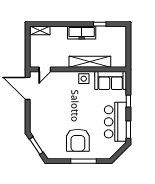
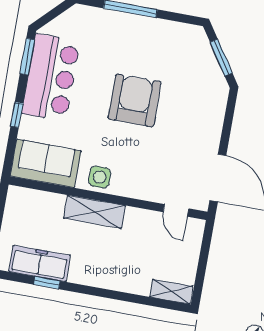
freezer: (82, 33) -> (40, 263), moved
shelving: (90, 62) -> (94, 212), width x0.68
door: (45, 69) -> (176, 210), swing flipped
armchair: (78, 140) -> (135, 100), moved

